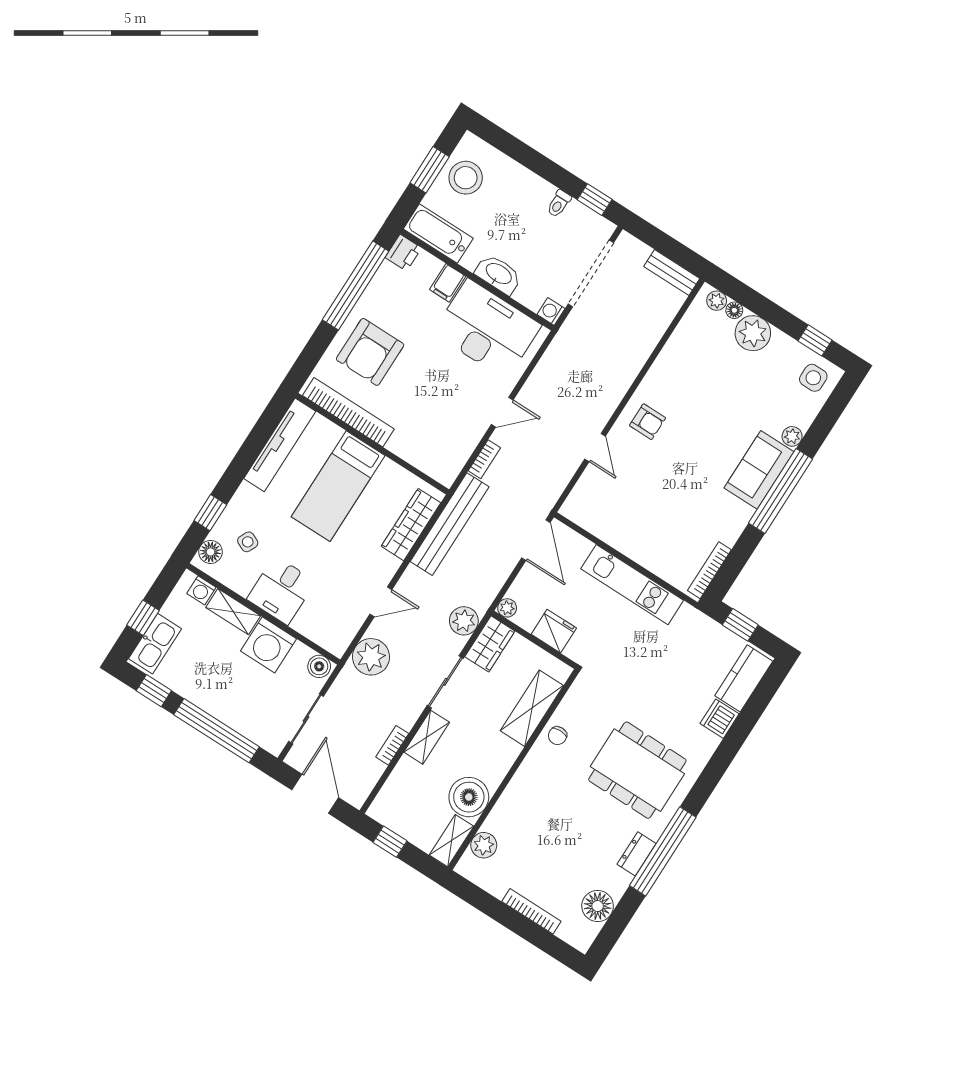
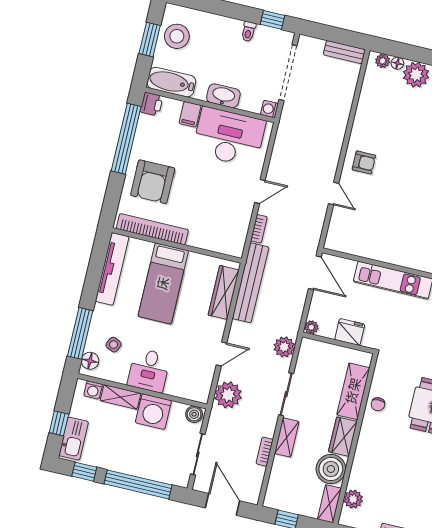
window: (210, 513) -> (80, 333), width x2.17
wardrobe: (490, 644) -> (343, 437), moved, turned 180

